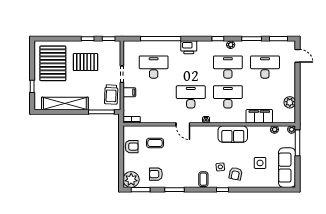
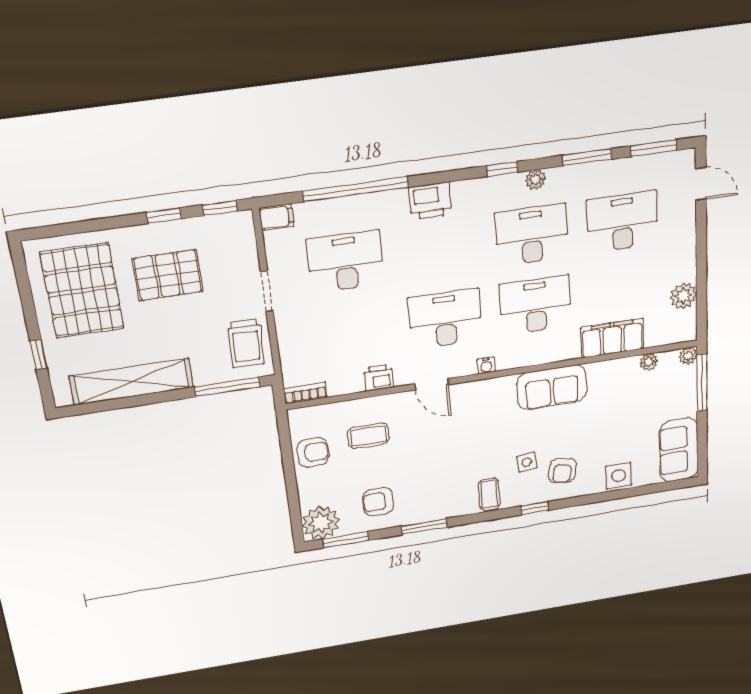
filing cabinet: (129, 92) -> (276, 217), moved
printer: (162, 118) -> (379, 378), added
side table: (260, 163) -> (619, 476), moved
sofa: (287, 168) -> (679, 450), width x0.73

